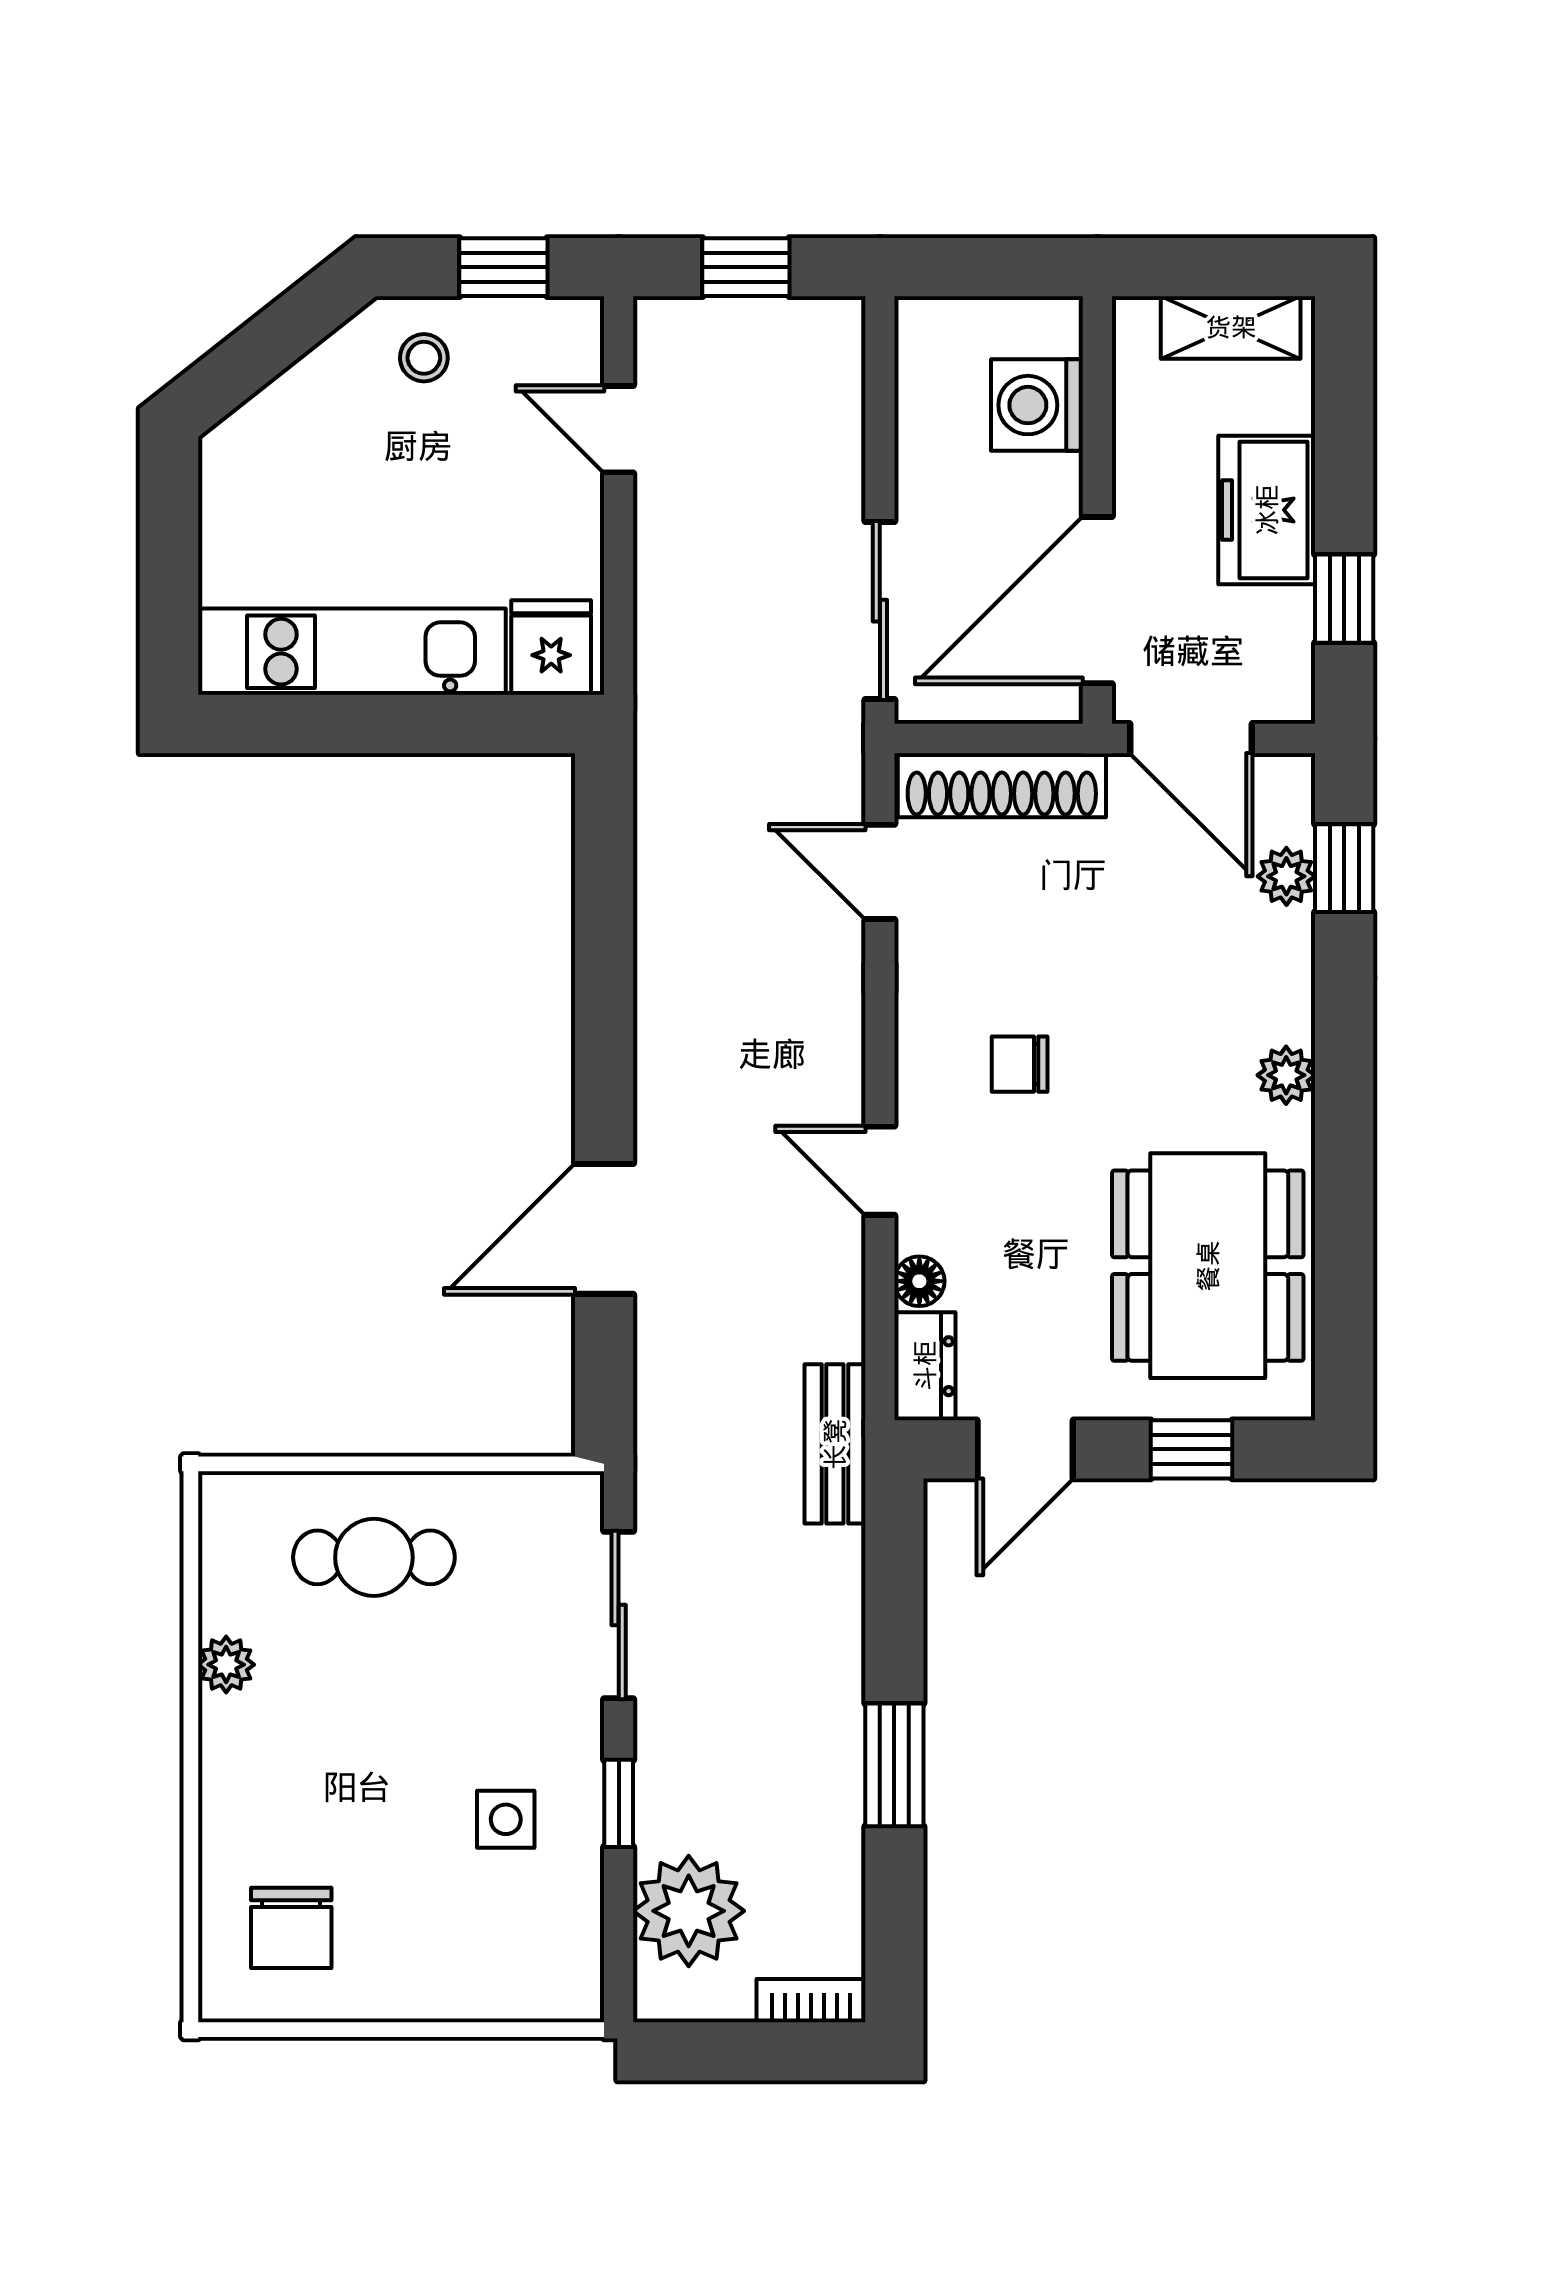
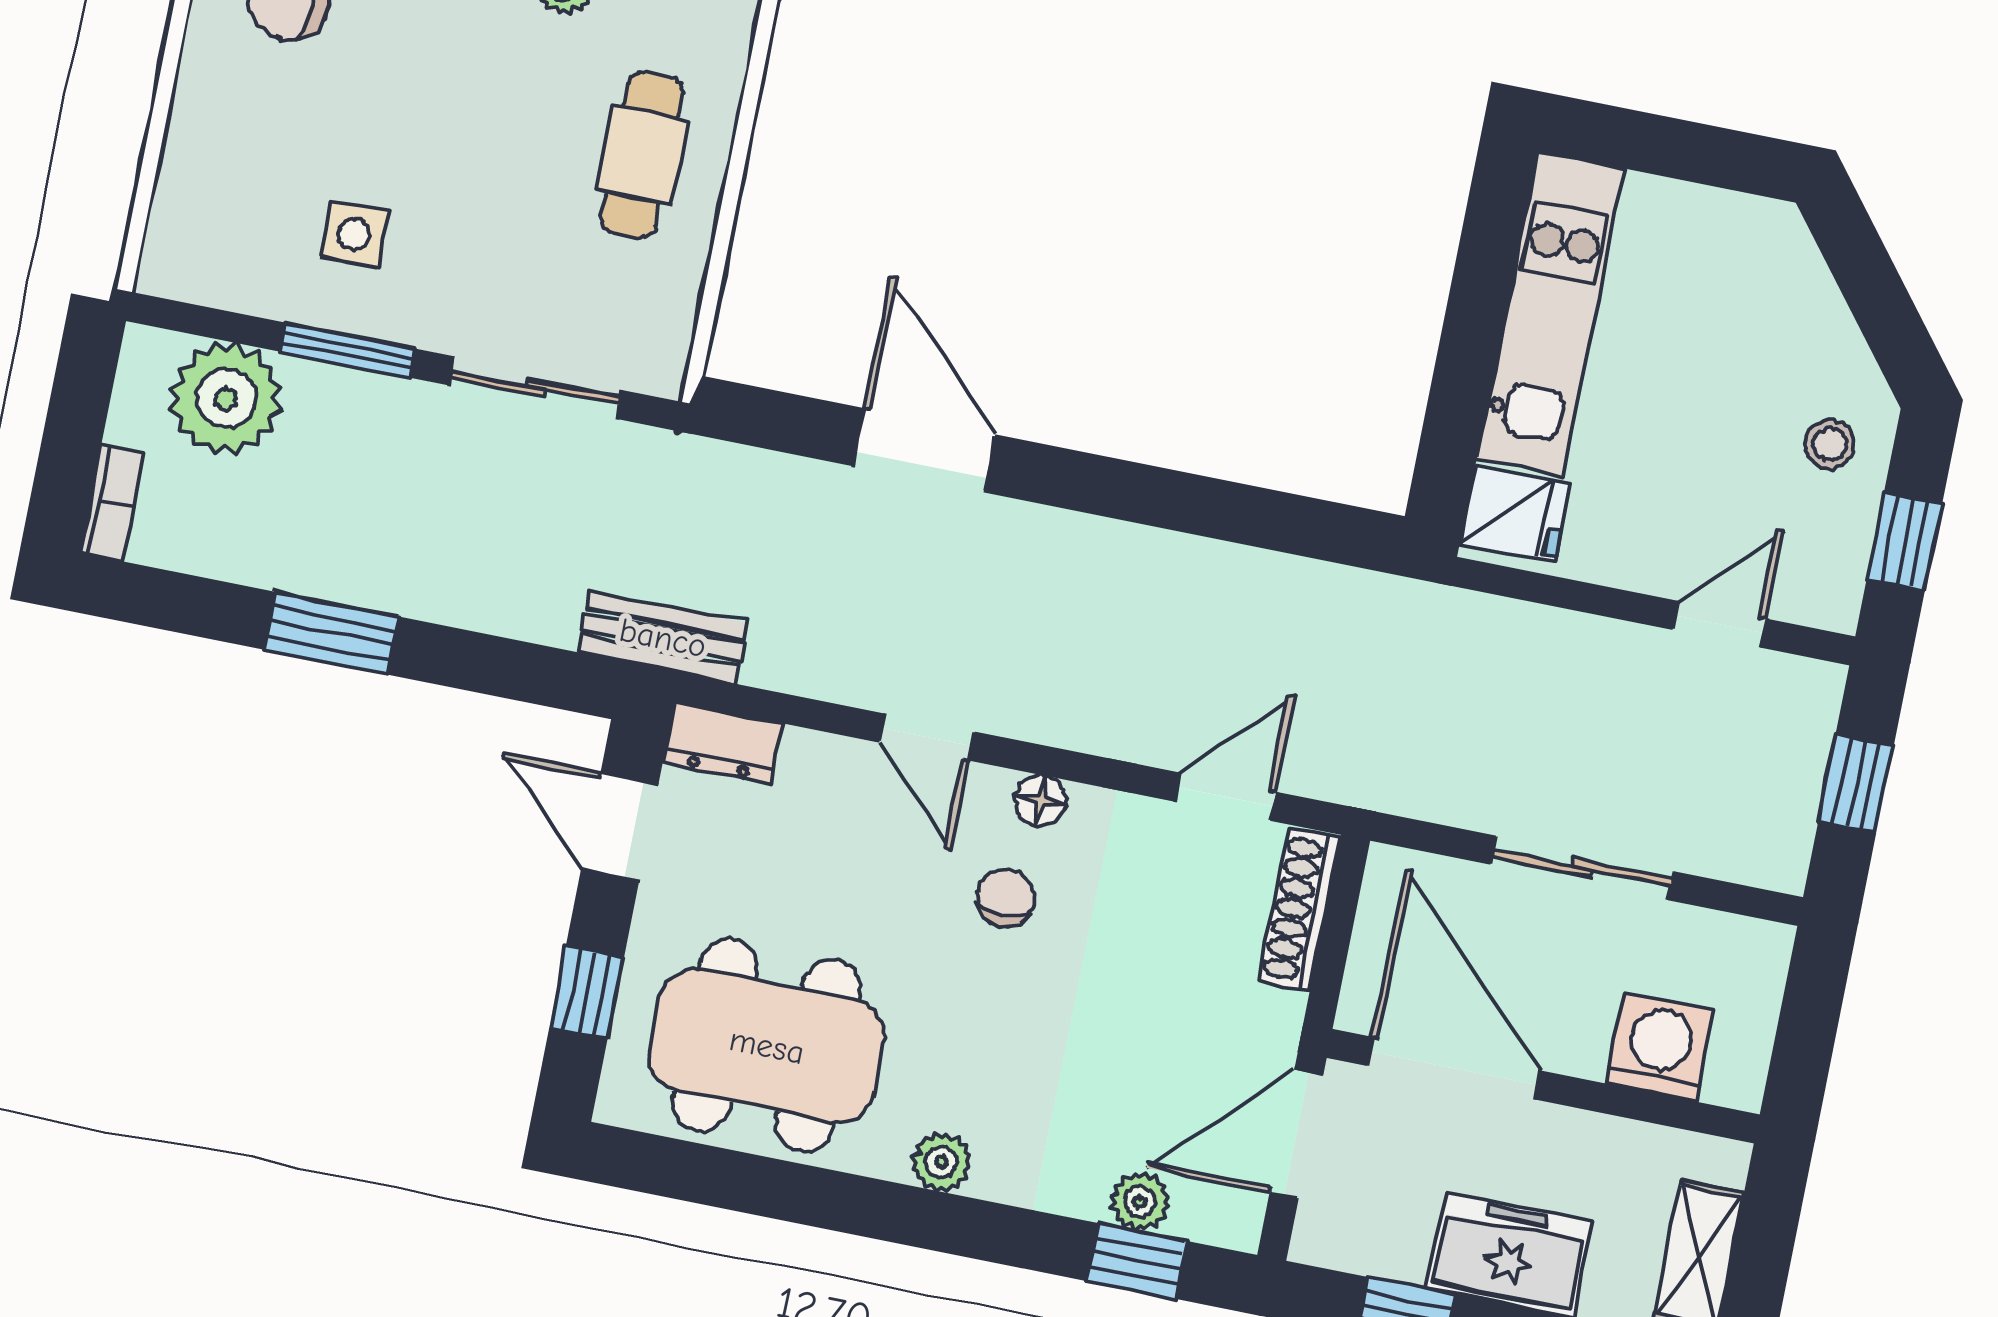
sliding door: (880, 611) -> (1582, 868), moved
shoe rack: (1002, 785) -> (1299, 909), width x0.74, depth x0.81
door: (880, 1171) -> (927, 737), swing flipped
floor lamp: (919, 1281) -> (1040, 801), moved
window: (619, 1803) -> (347, 350), width x1.50

